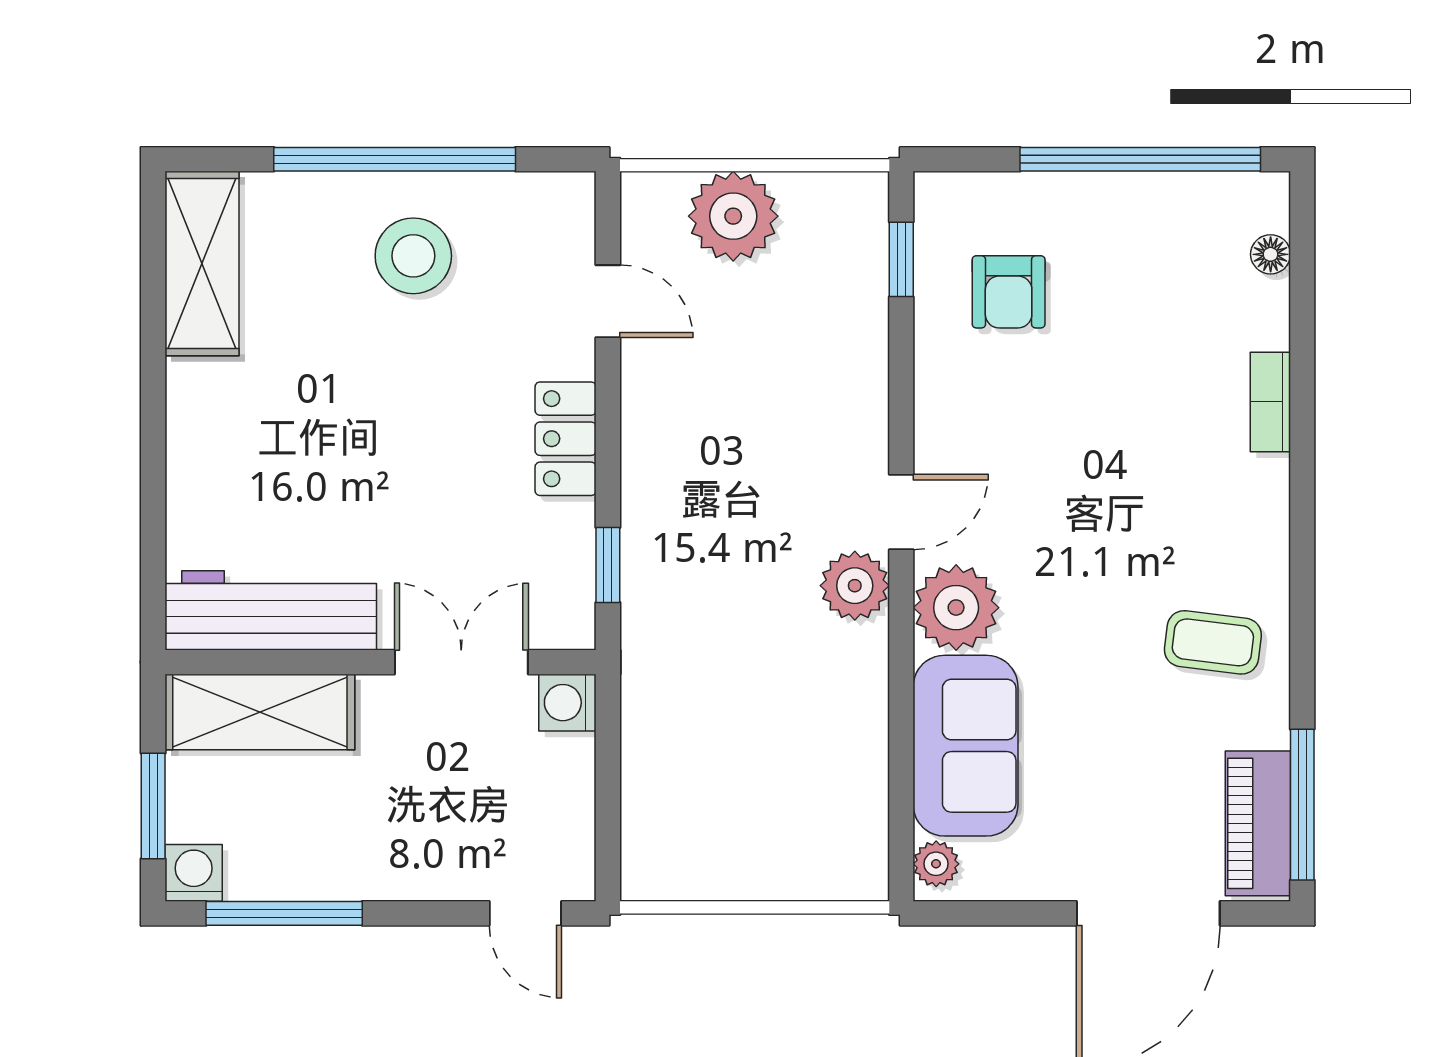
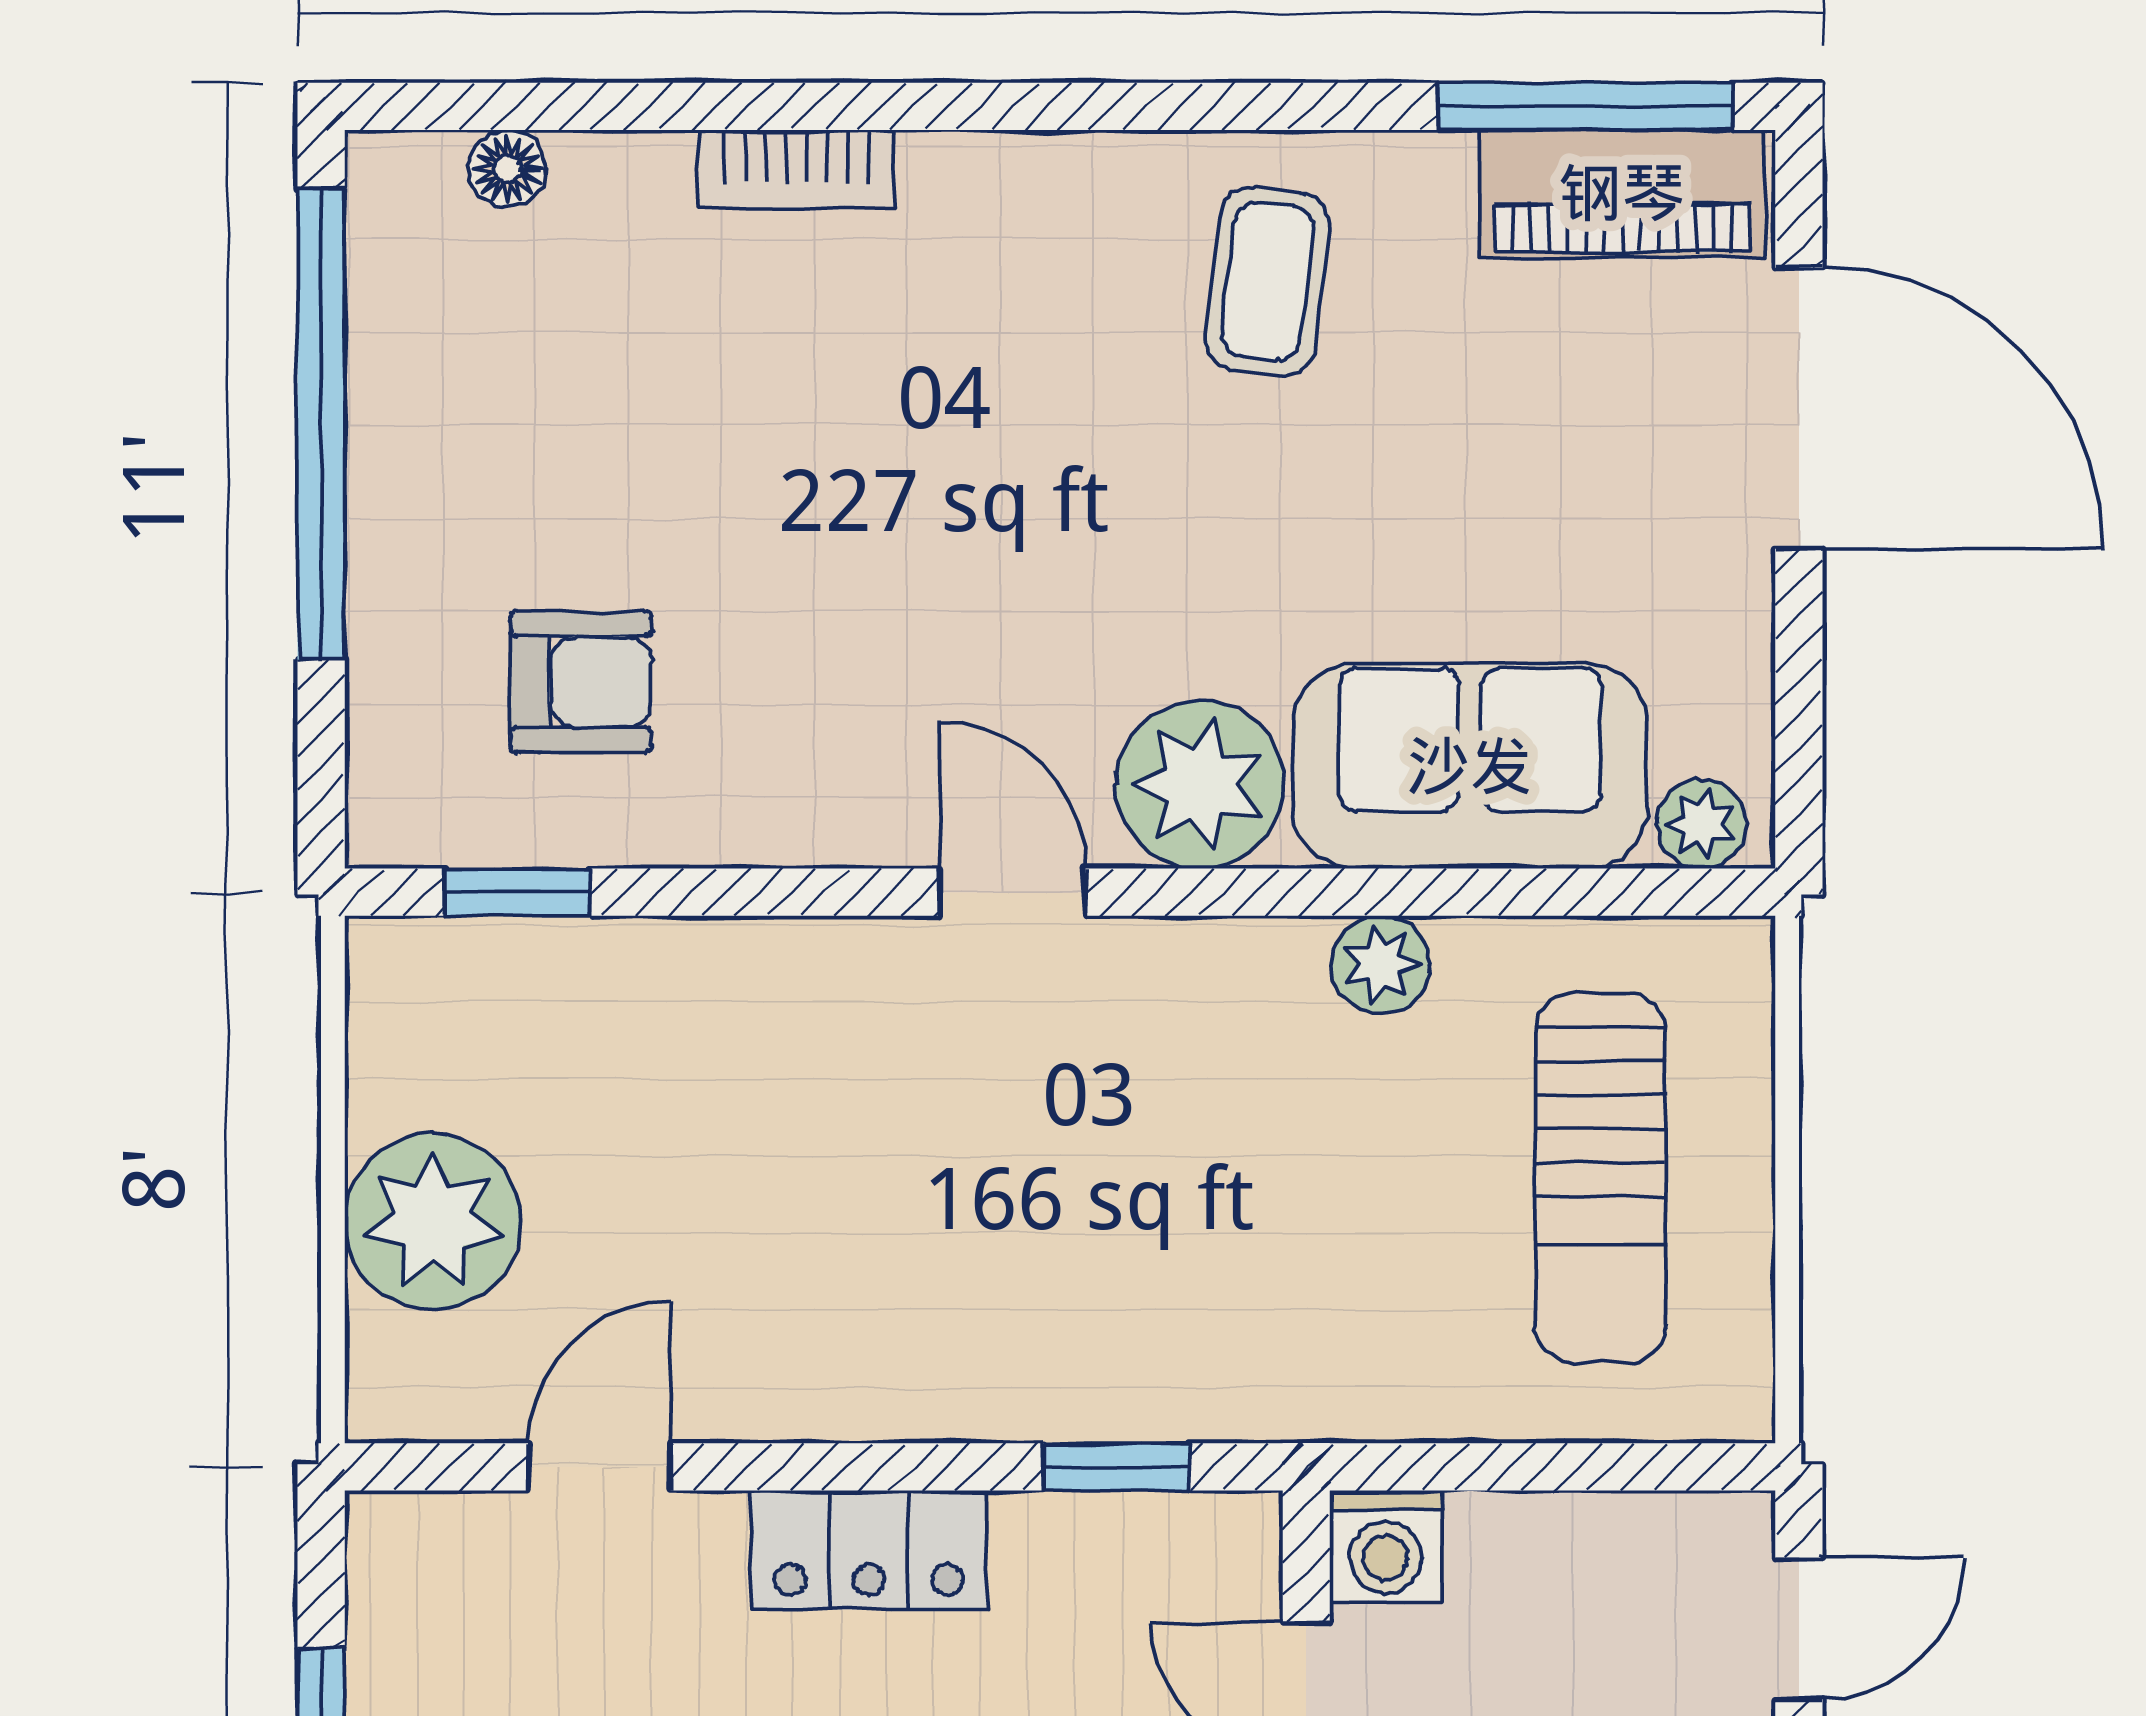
plant: (855, 586) -> (1381, 965), moved, width x0.73, depth x0.73
sun lounger: (755, 812) -> (1600, 1178), added

